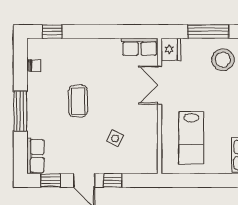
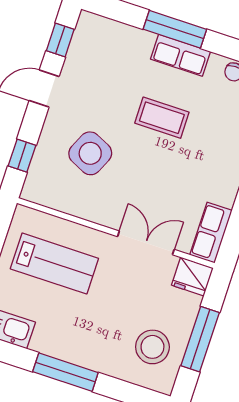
side table: (115, 138) -> (90, 153), width x1.87, depth x1.87
lab bench: (191, 138) -> (54, 264), turned 180
row of seats: (35, 156) -> (180, 55), moved
window: (113, 180) -> (22, 156), moved

